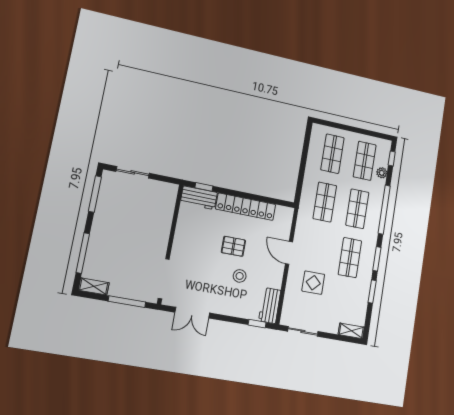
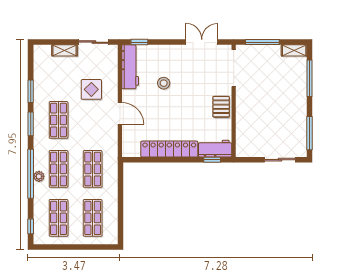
plant: (382, 173) -> (39, 176), moved
pallet: (233, 246) -> (221, 107), moved, turned 90
workbench: (270, 306) -> (130, 67), width x1.38
shelving: (351, 331) -> (65, 50), moved

